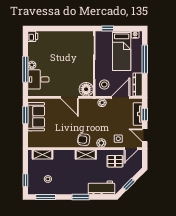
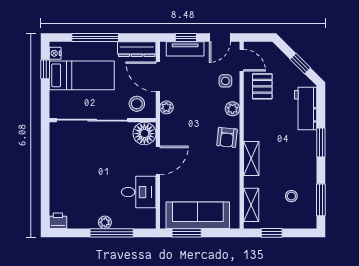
window: (108, 28) -> (45, 69), moved
desk: (38, 79) -> (139, 192), moved, turned -90
sofa: (36, 117) -> (198, 215), width x1.36
shelving: (86, 155) -> (251, 159), moved
window: (25, 180) -> (272, 233), moved

